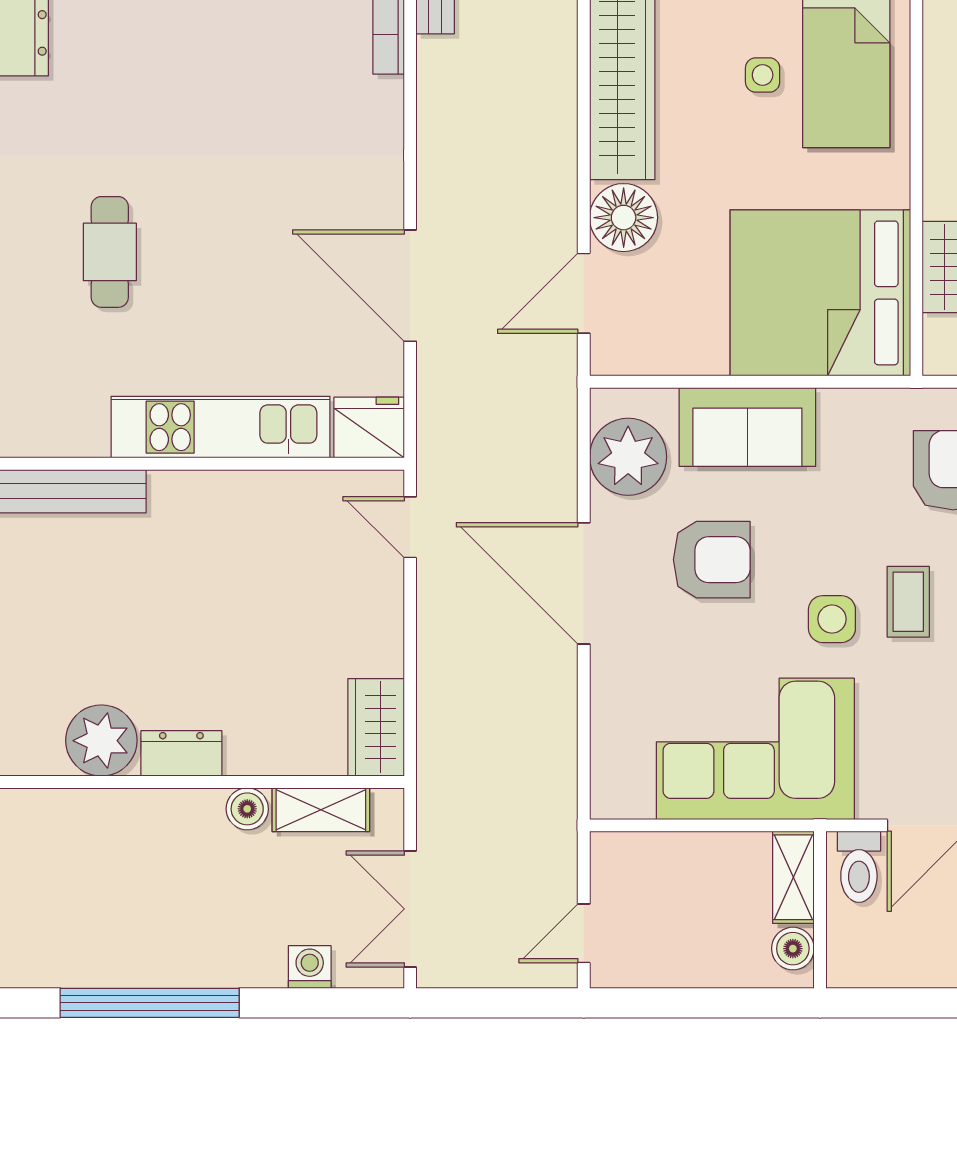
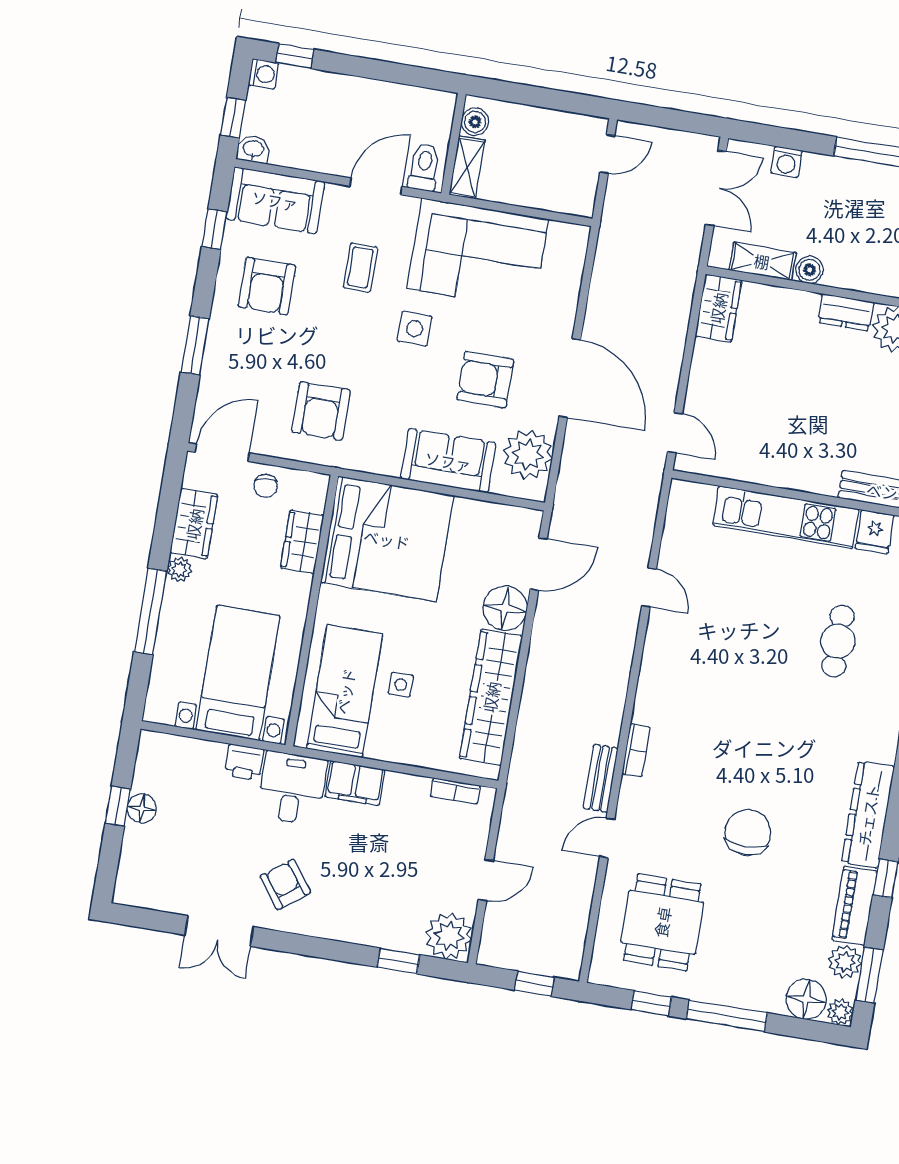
door: (410, 286) -> (649, 587), width x0.53
fridge: (369, 428) -> (875, 532), moved, width x0.72
coffee table: (908, 602) -> (360, 267), moved

